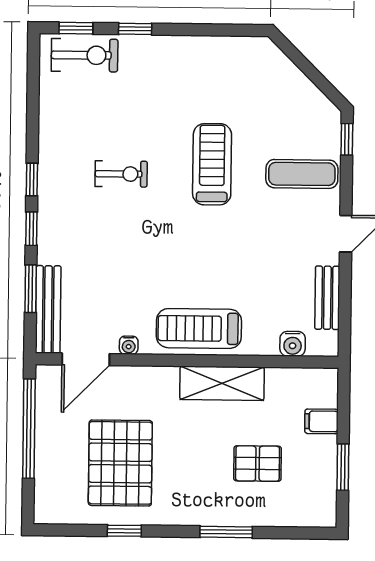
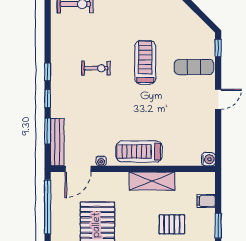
bench: (327, 298) -> (209, 134), removed
water cooler: (293, 344) -> (208, 159), moved, turned -90

